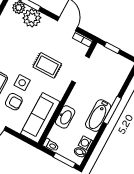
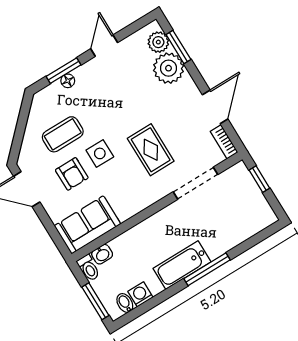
washbasin: (65, 117) -> (102, 254), moved, width x0.52, depth x0.69
sofa: (40, 118) -> (87, 225), width x0.73

